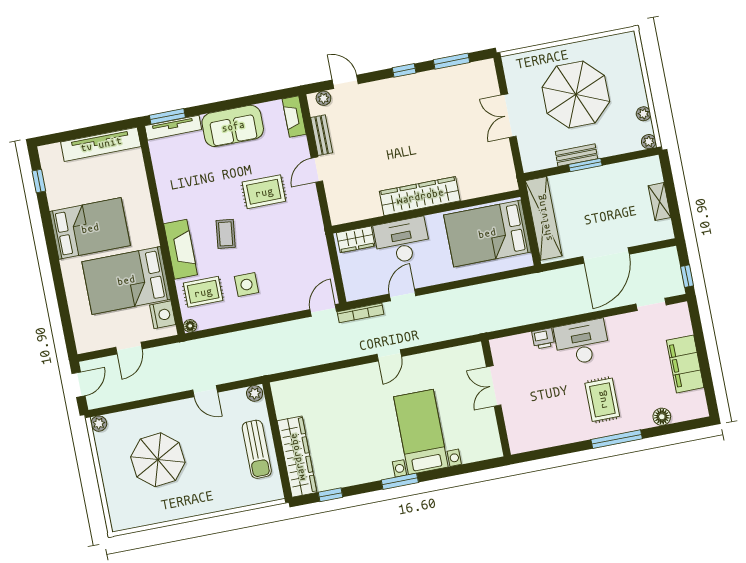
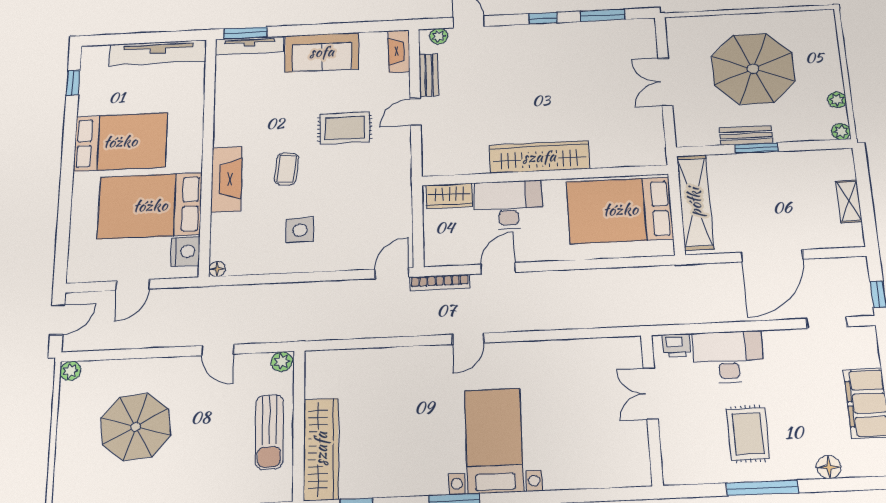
rug: (203, 292) -> (243, 231), removed
double door: (494, 386) -> (651, 394), moved
wall: (496, 398) -> (652, 409), moved

